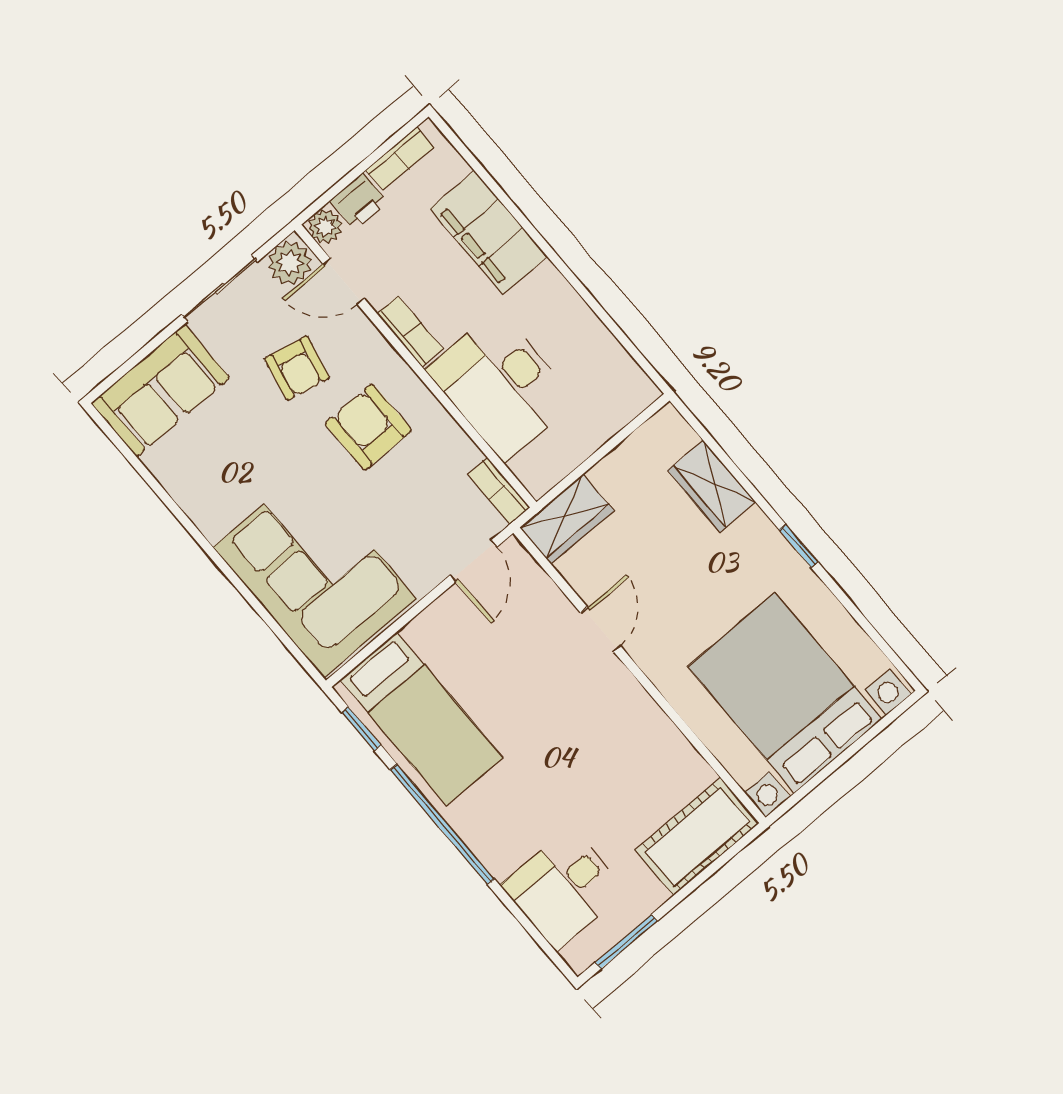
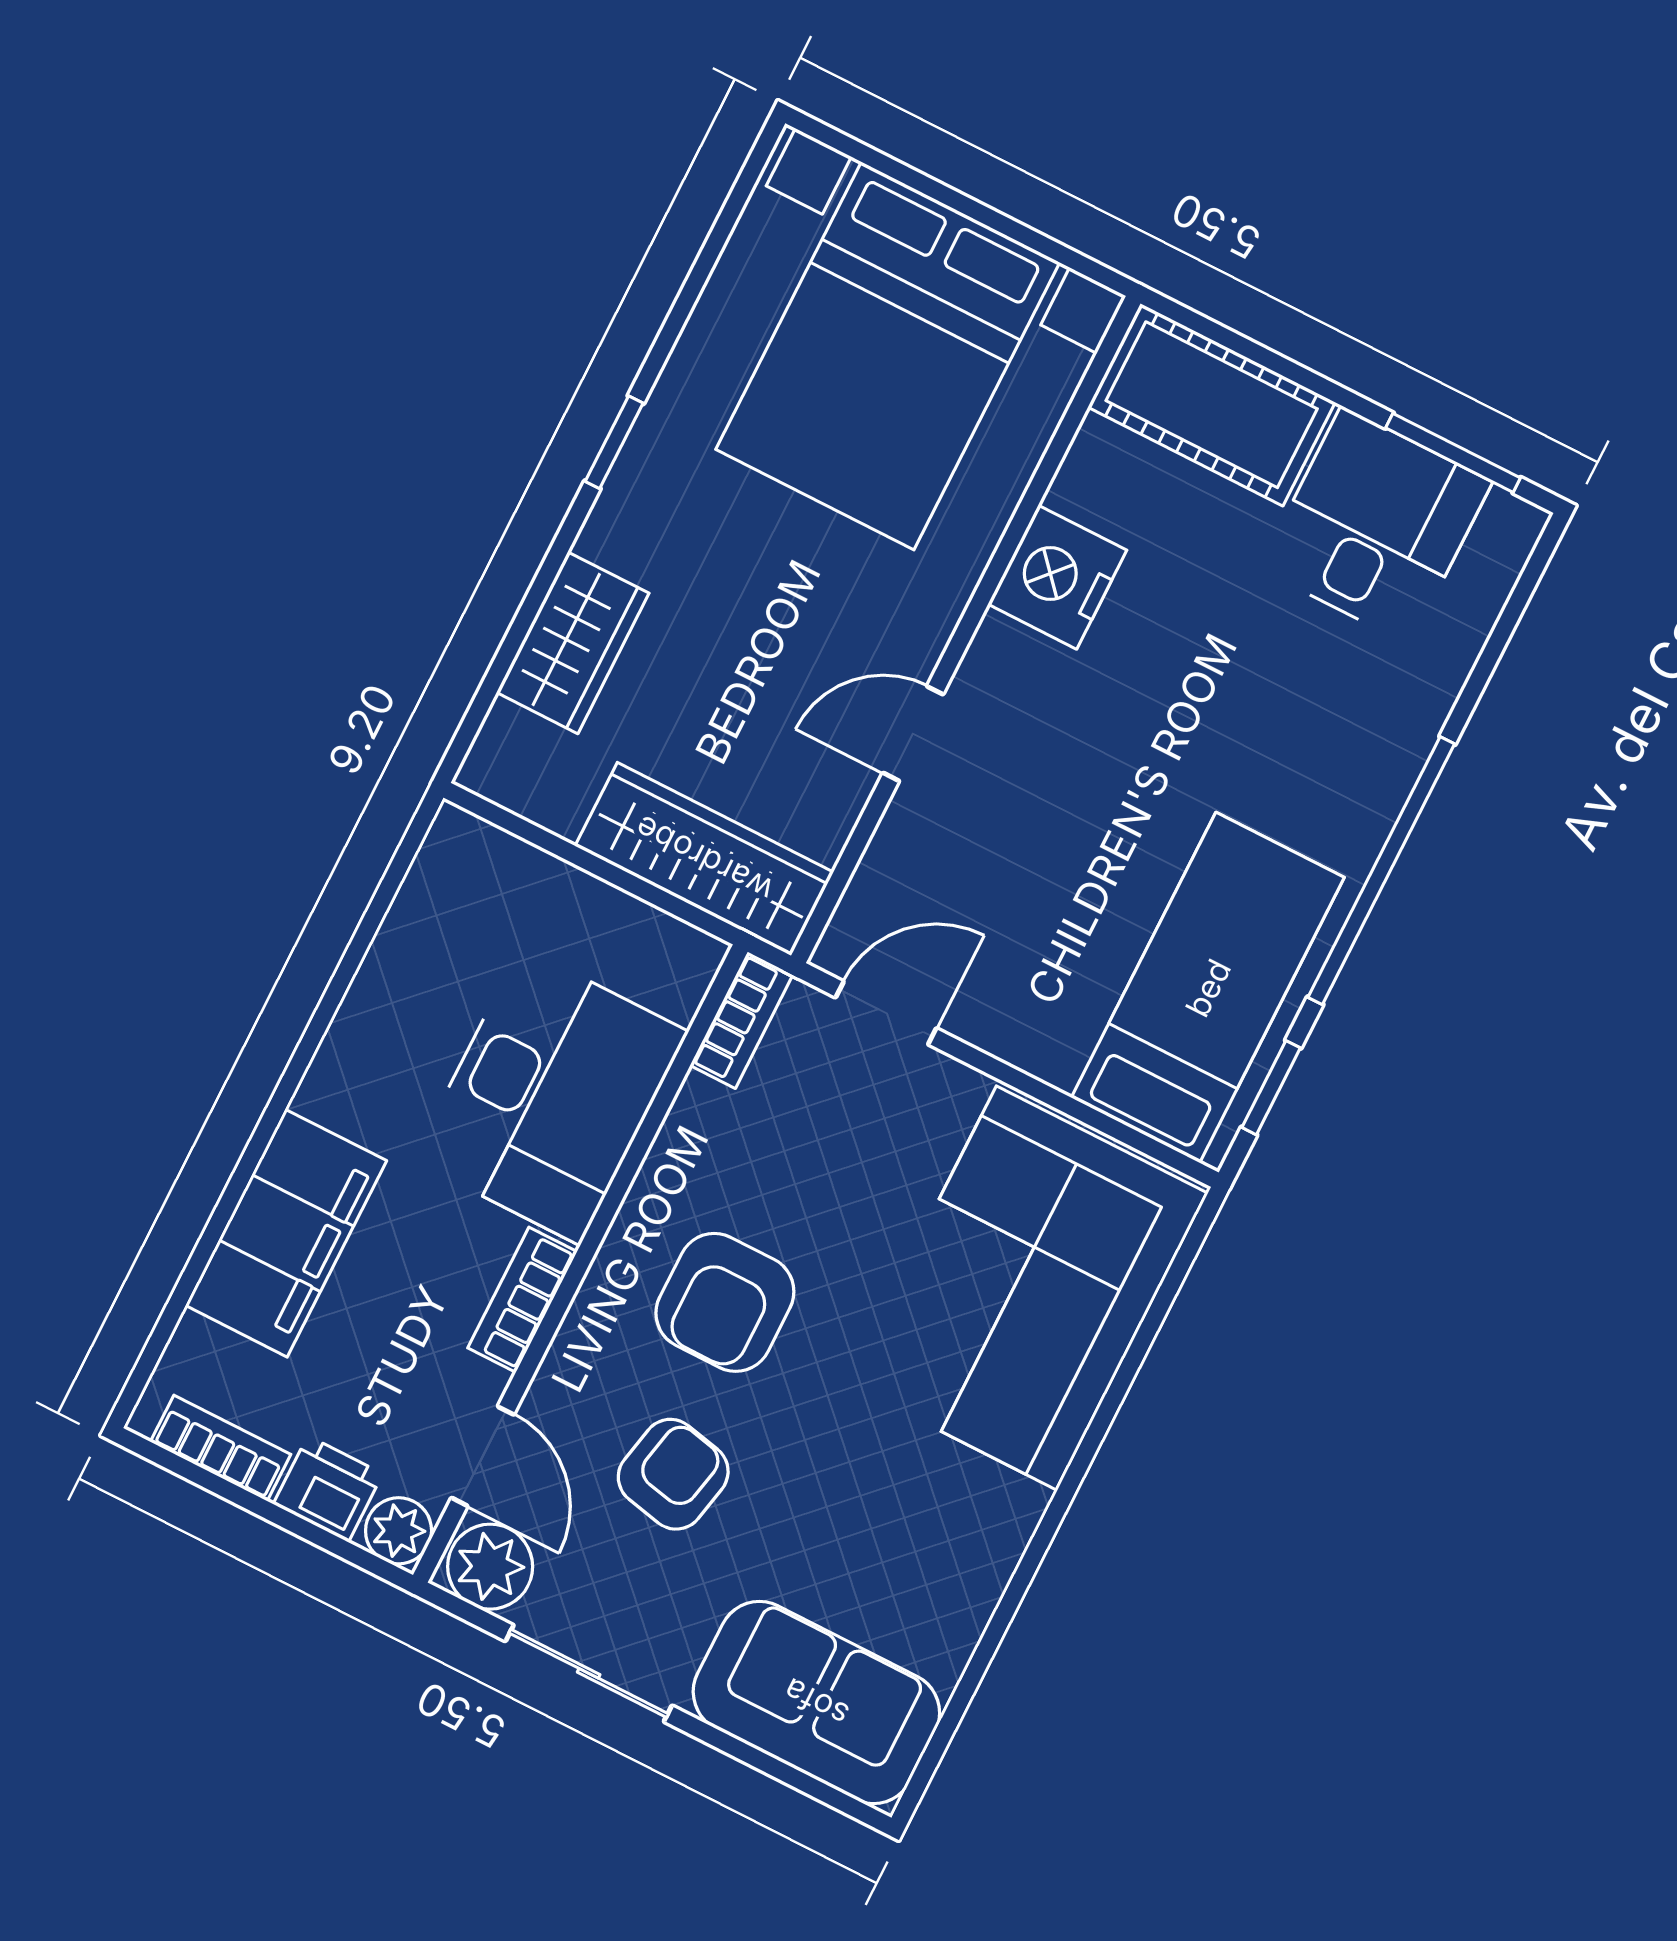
wardrobe: (567, 519) -> (704, 859), width x1.50
nightstand: (646, 729) -> (1057, 577), added
desk: (564, 888) -> (1376, 525), moved, turned -90

